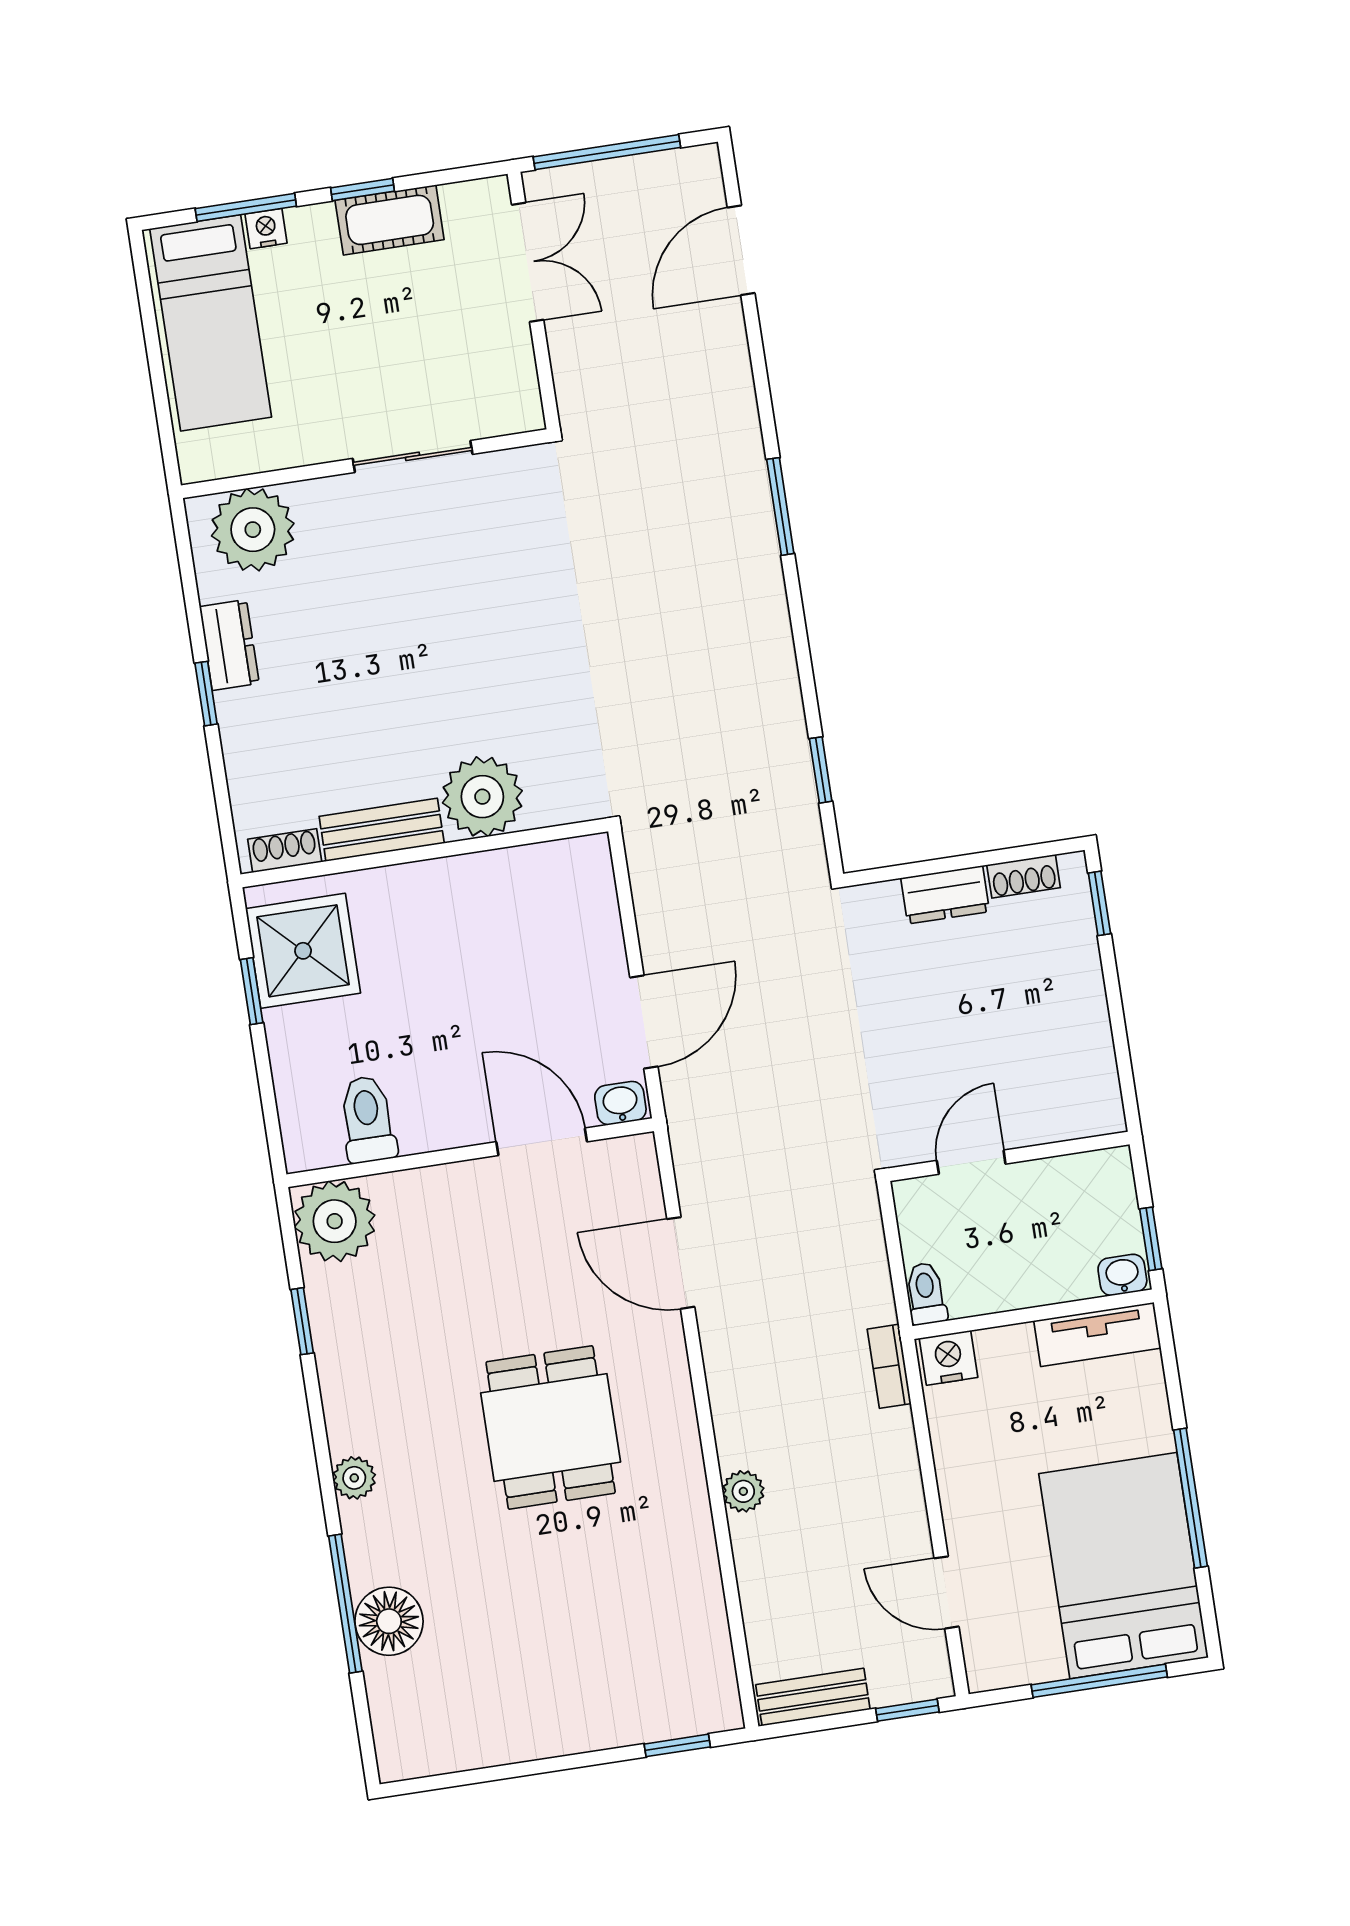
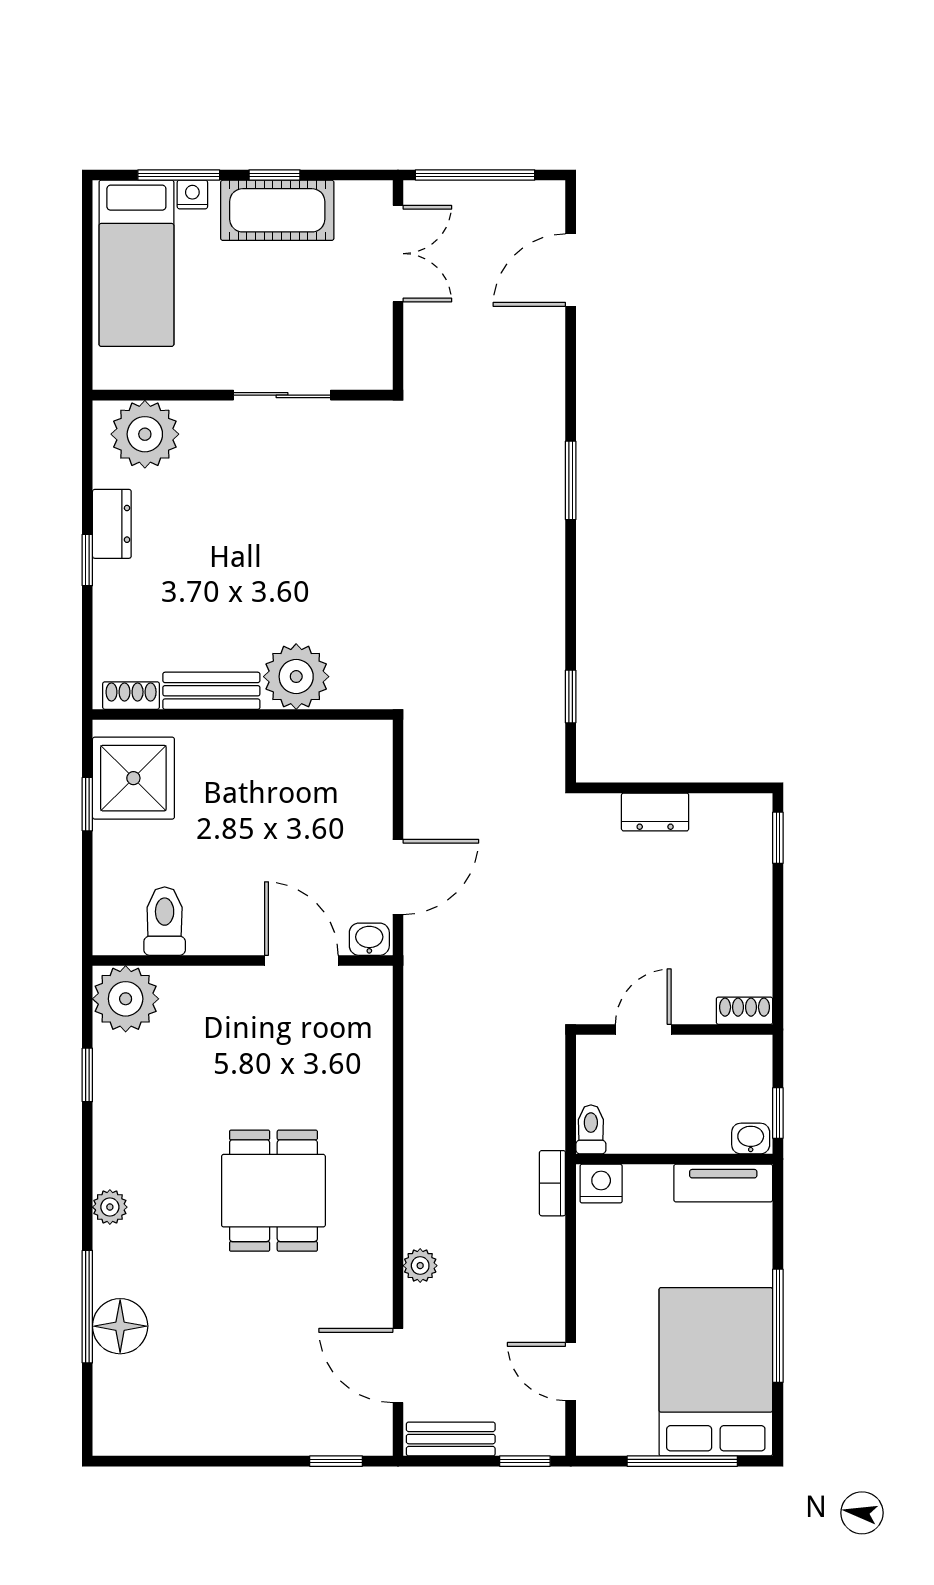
cot: (390, 220) -> (277, 210), width x1.37, depth x1.34
shoe rack: (1024, 876) -> (744, 1011), moved, turned 180
door: (681, 1263) -> (398, 1366), moved

